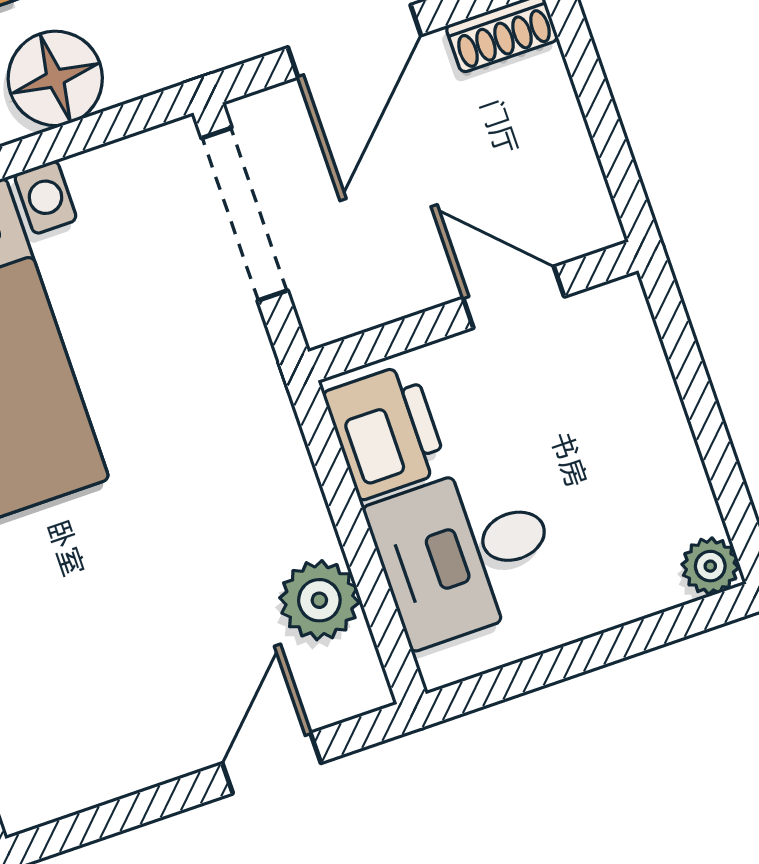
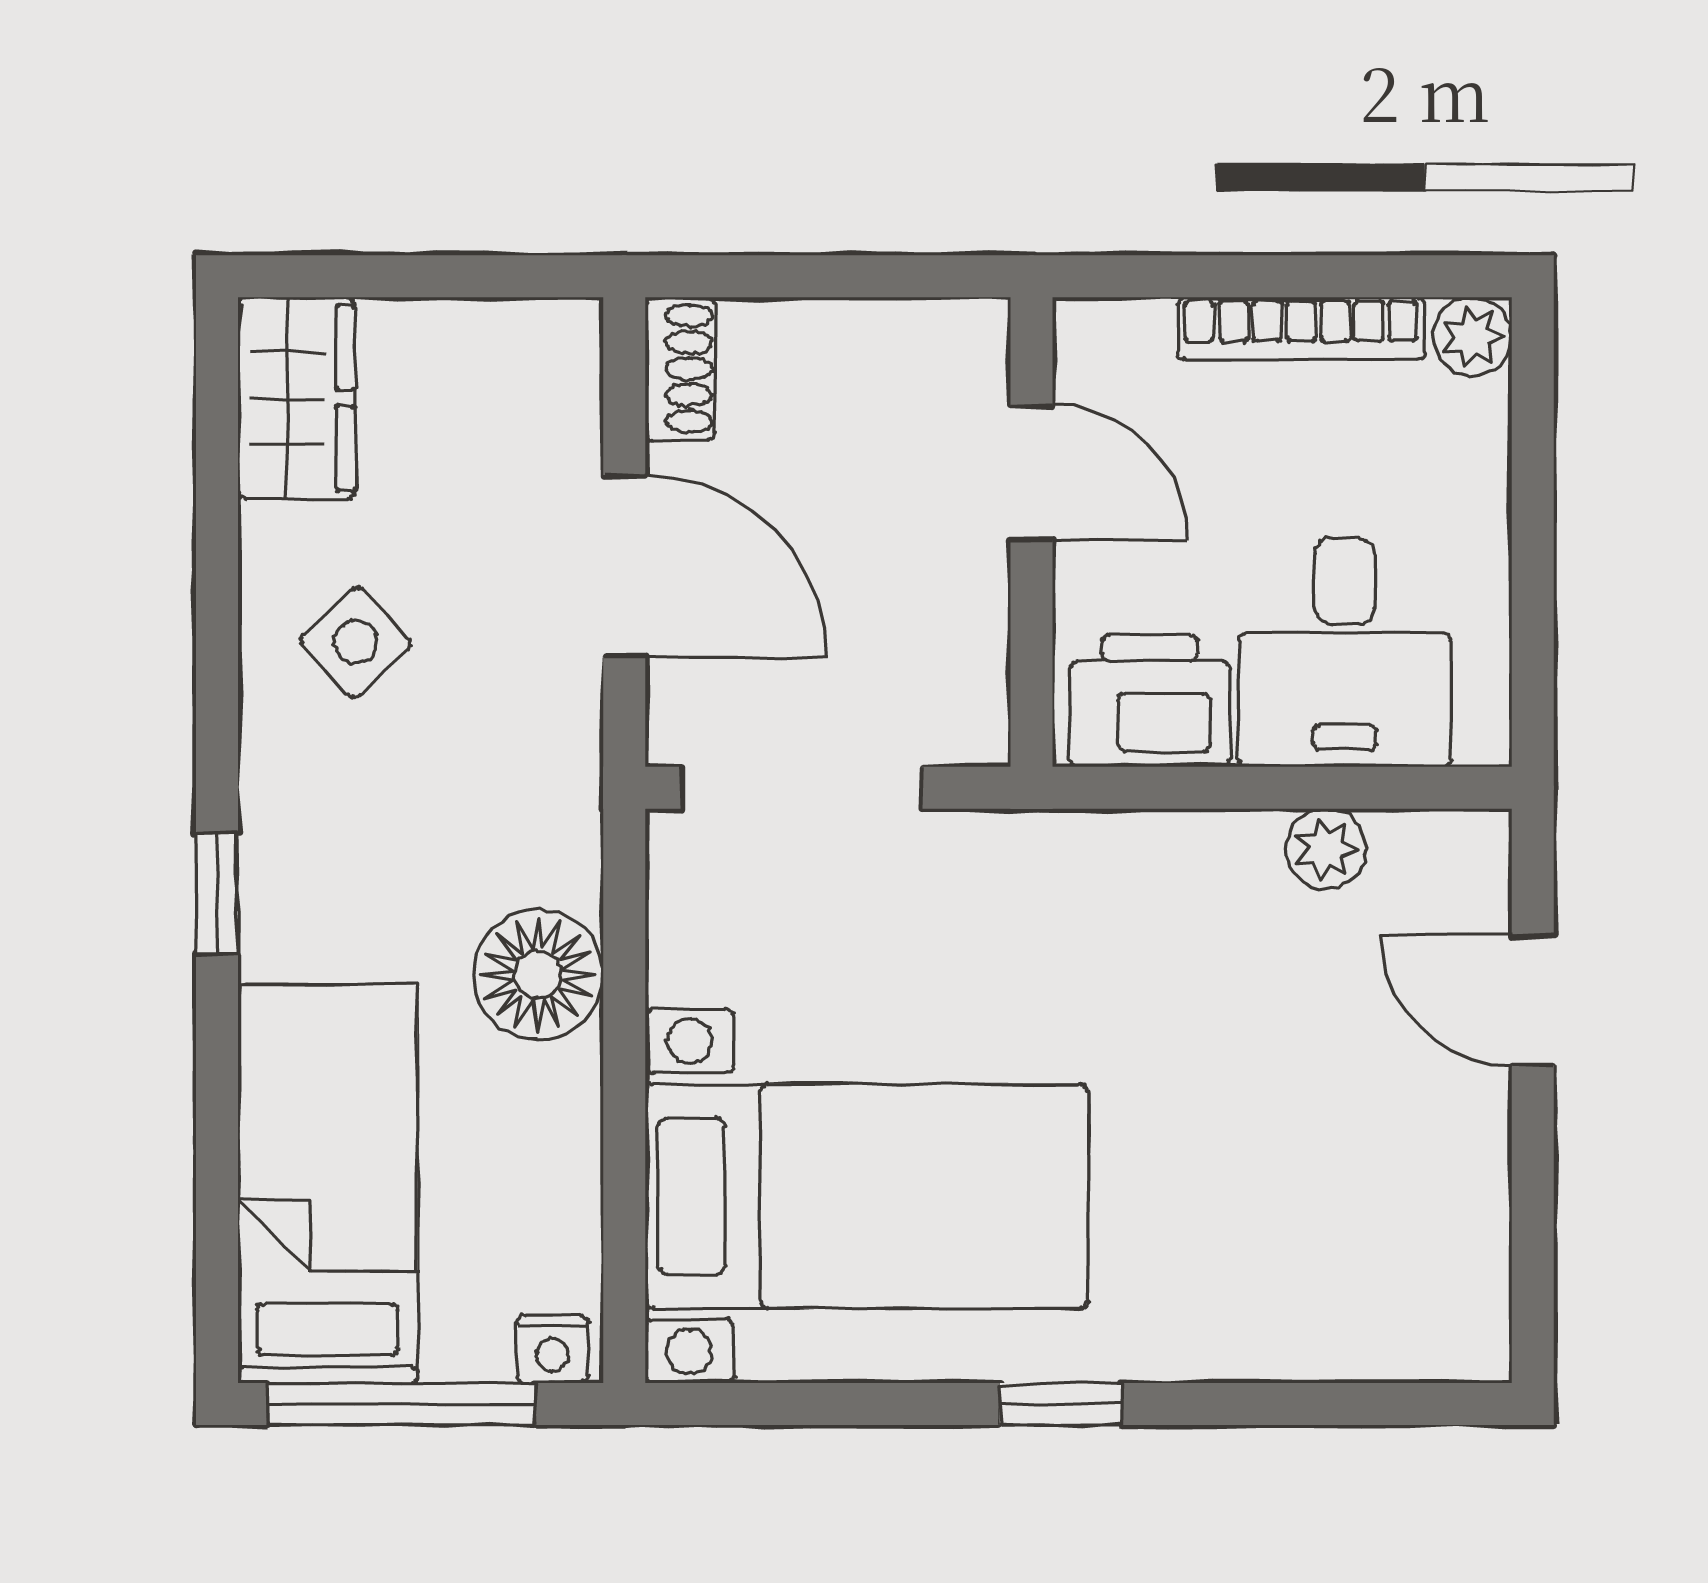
door: (514, 297) -> (1032, 473), swing flipped
bookcase: (675, 447) -> (1301, 329), added
plant: (319, 600) -> (1326, 849), width x0.73, depth x0.73

